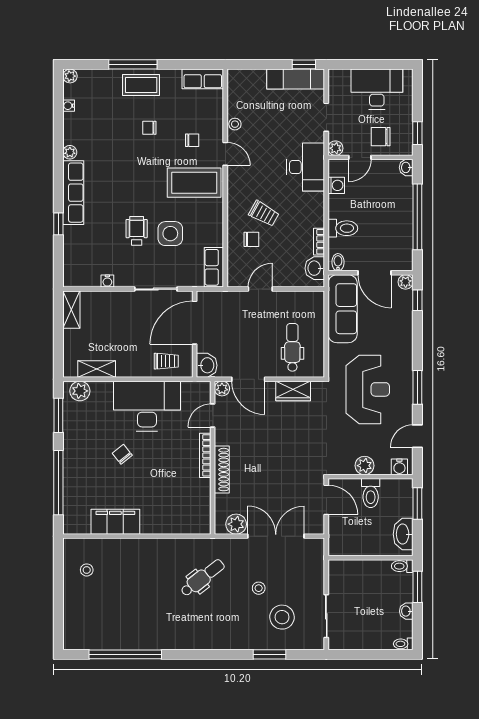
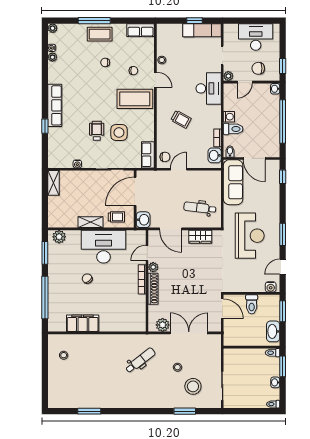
window: (304, 64) -> (195, 21), moved
plant: (70, 152) -> (52, 57), moved
washing machine: (336, 185) -> (229, 117), moved
chair: (251, 239) -> (165, 157), moved
plant: (406, 282) -> (275, 165), removed
dental chair: (292, 347) -> (200, 208), turned -83
shelving: (97, 369) -> (90, 222), moved
plant: (222, 389) -> (153, 267), moved
plant: (365, 466) -> (248, 286), removed
window: (125, 654) -> (89, 411), width x0.47

